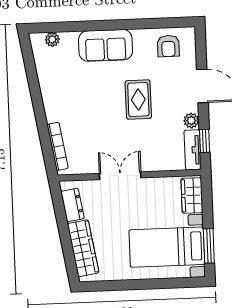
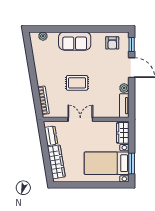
rug: (138, 100) -> (77, 83), moved, turned 90
window: (205, 141) -> (132, 44), moved

